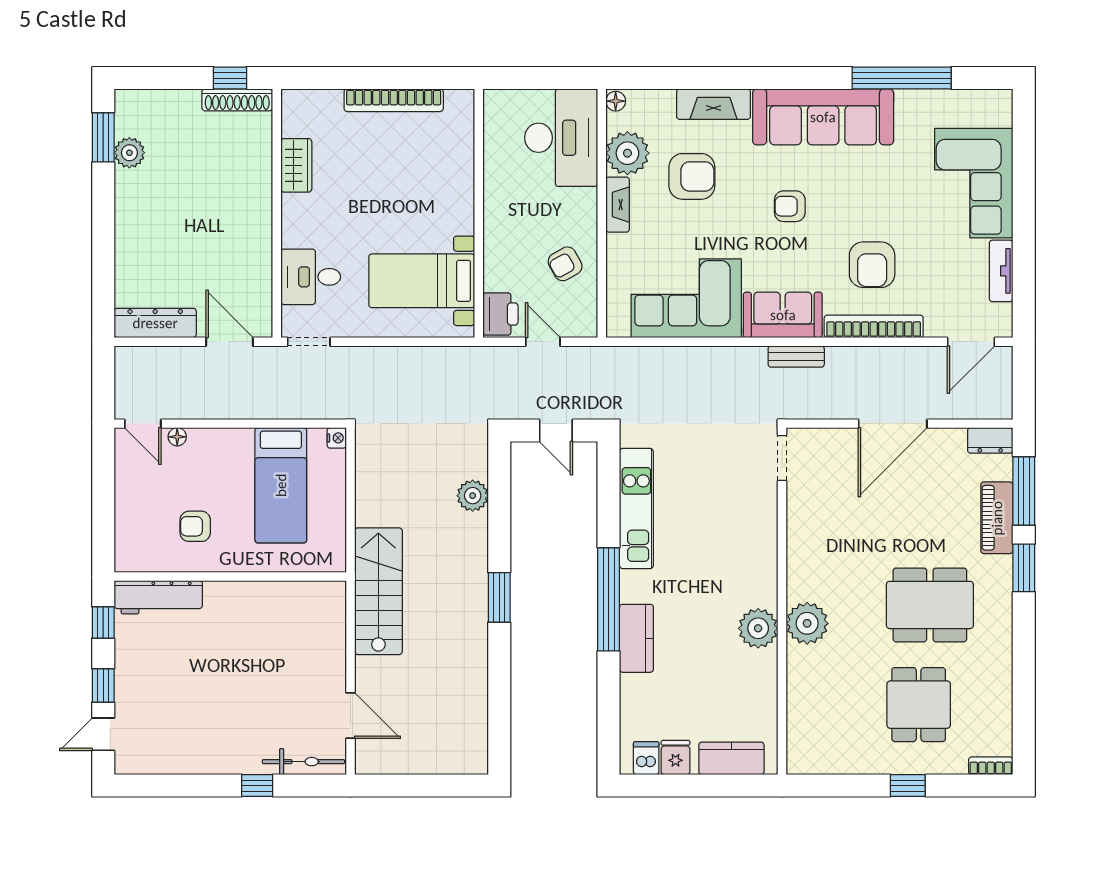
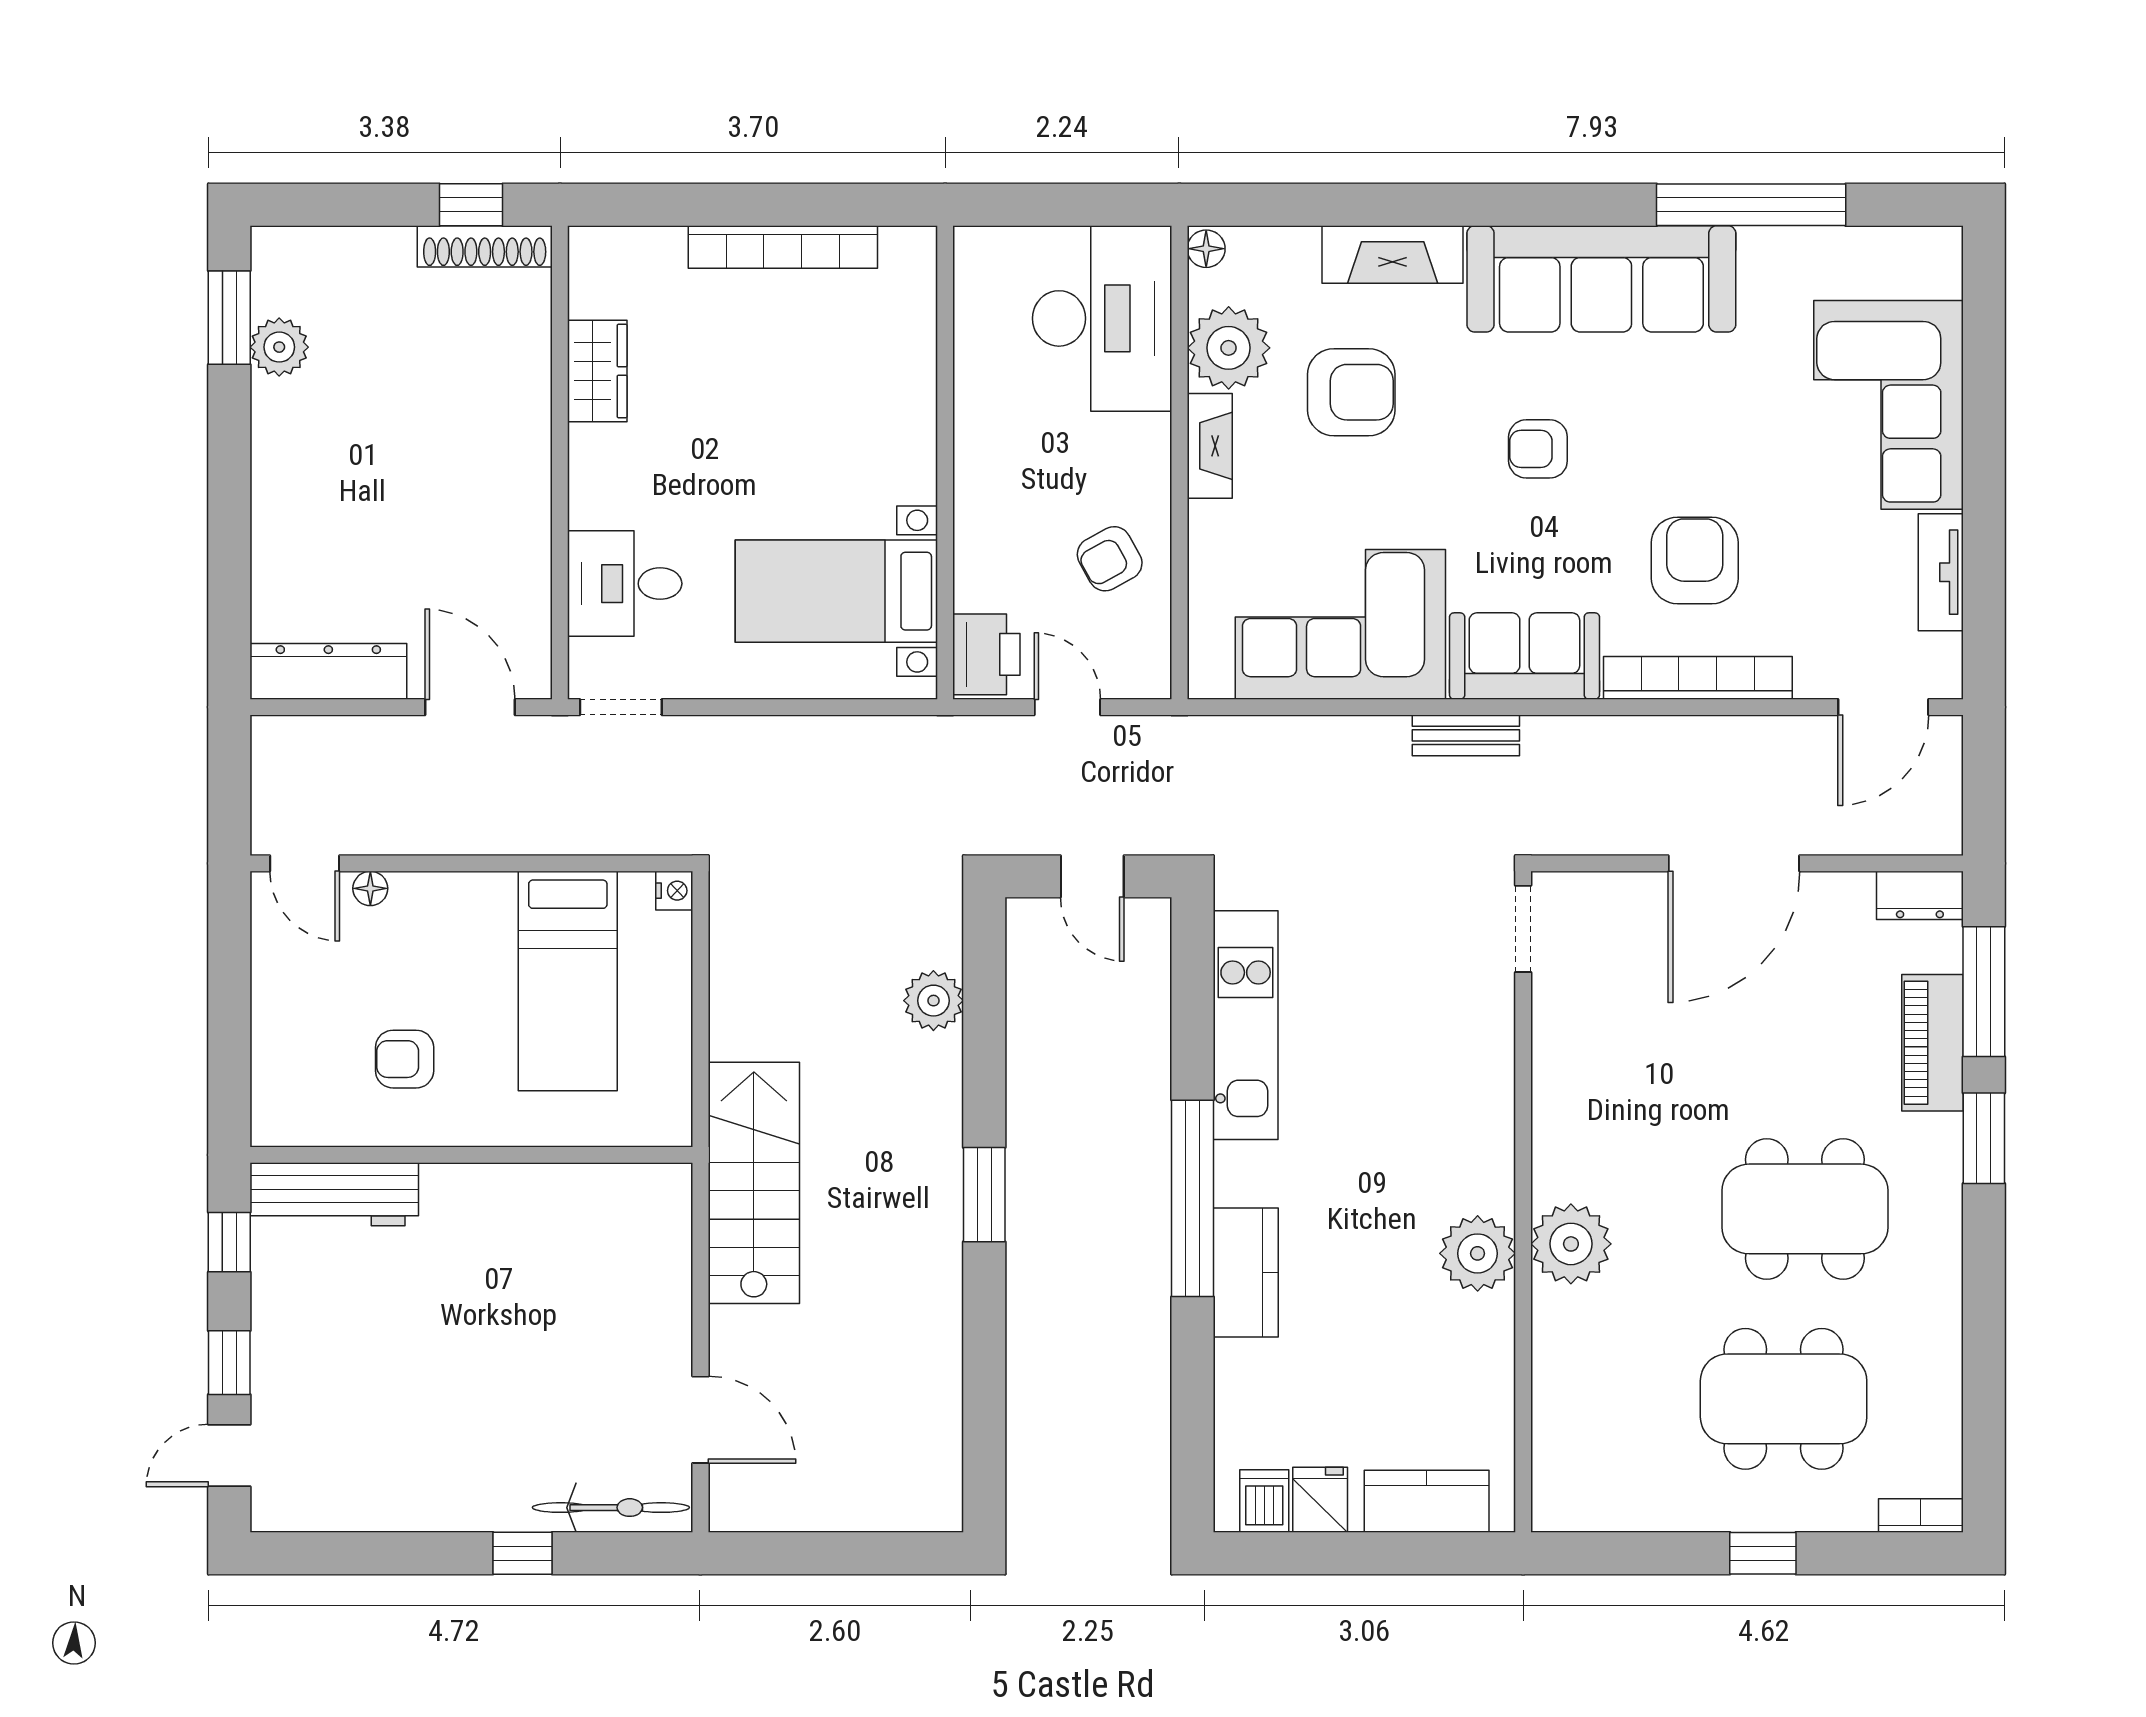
armchair: (872, 265) -> (1695, 560), turned 180
bench: (796, 356) -> (1466, 735), moved
dining table: (919, 705) -> (1784, 1399), width x1.37

